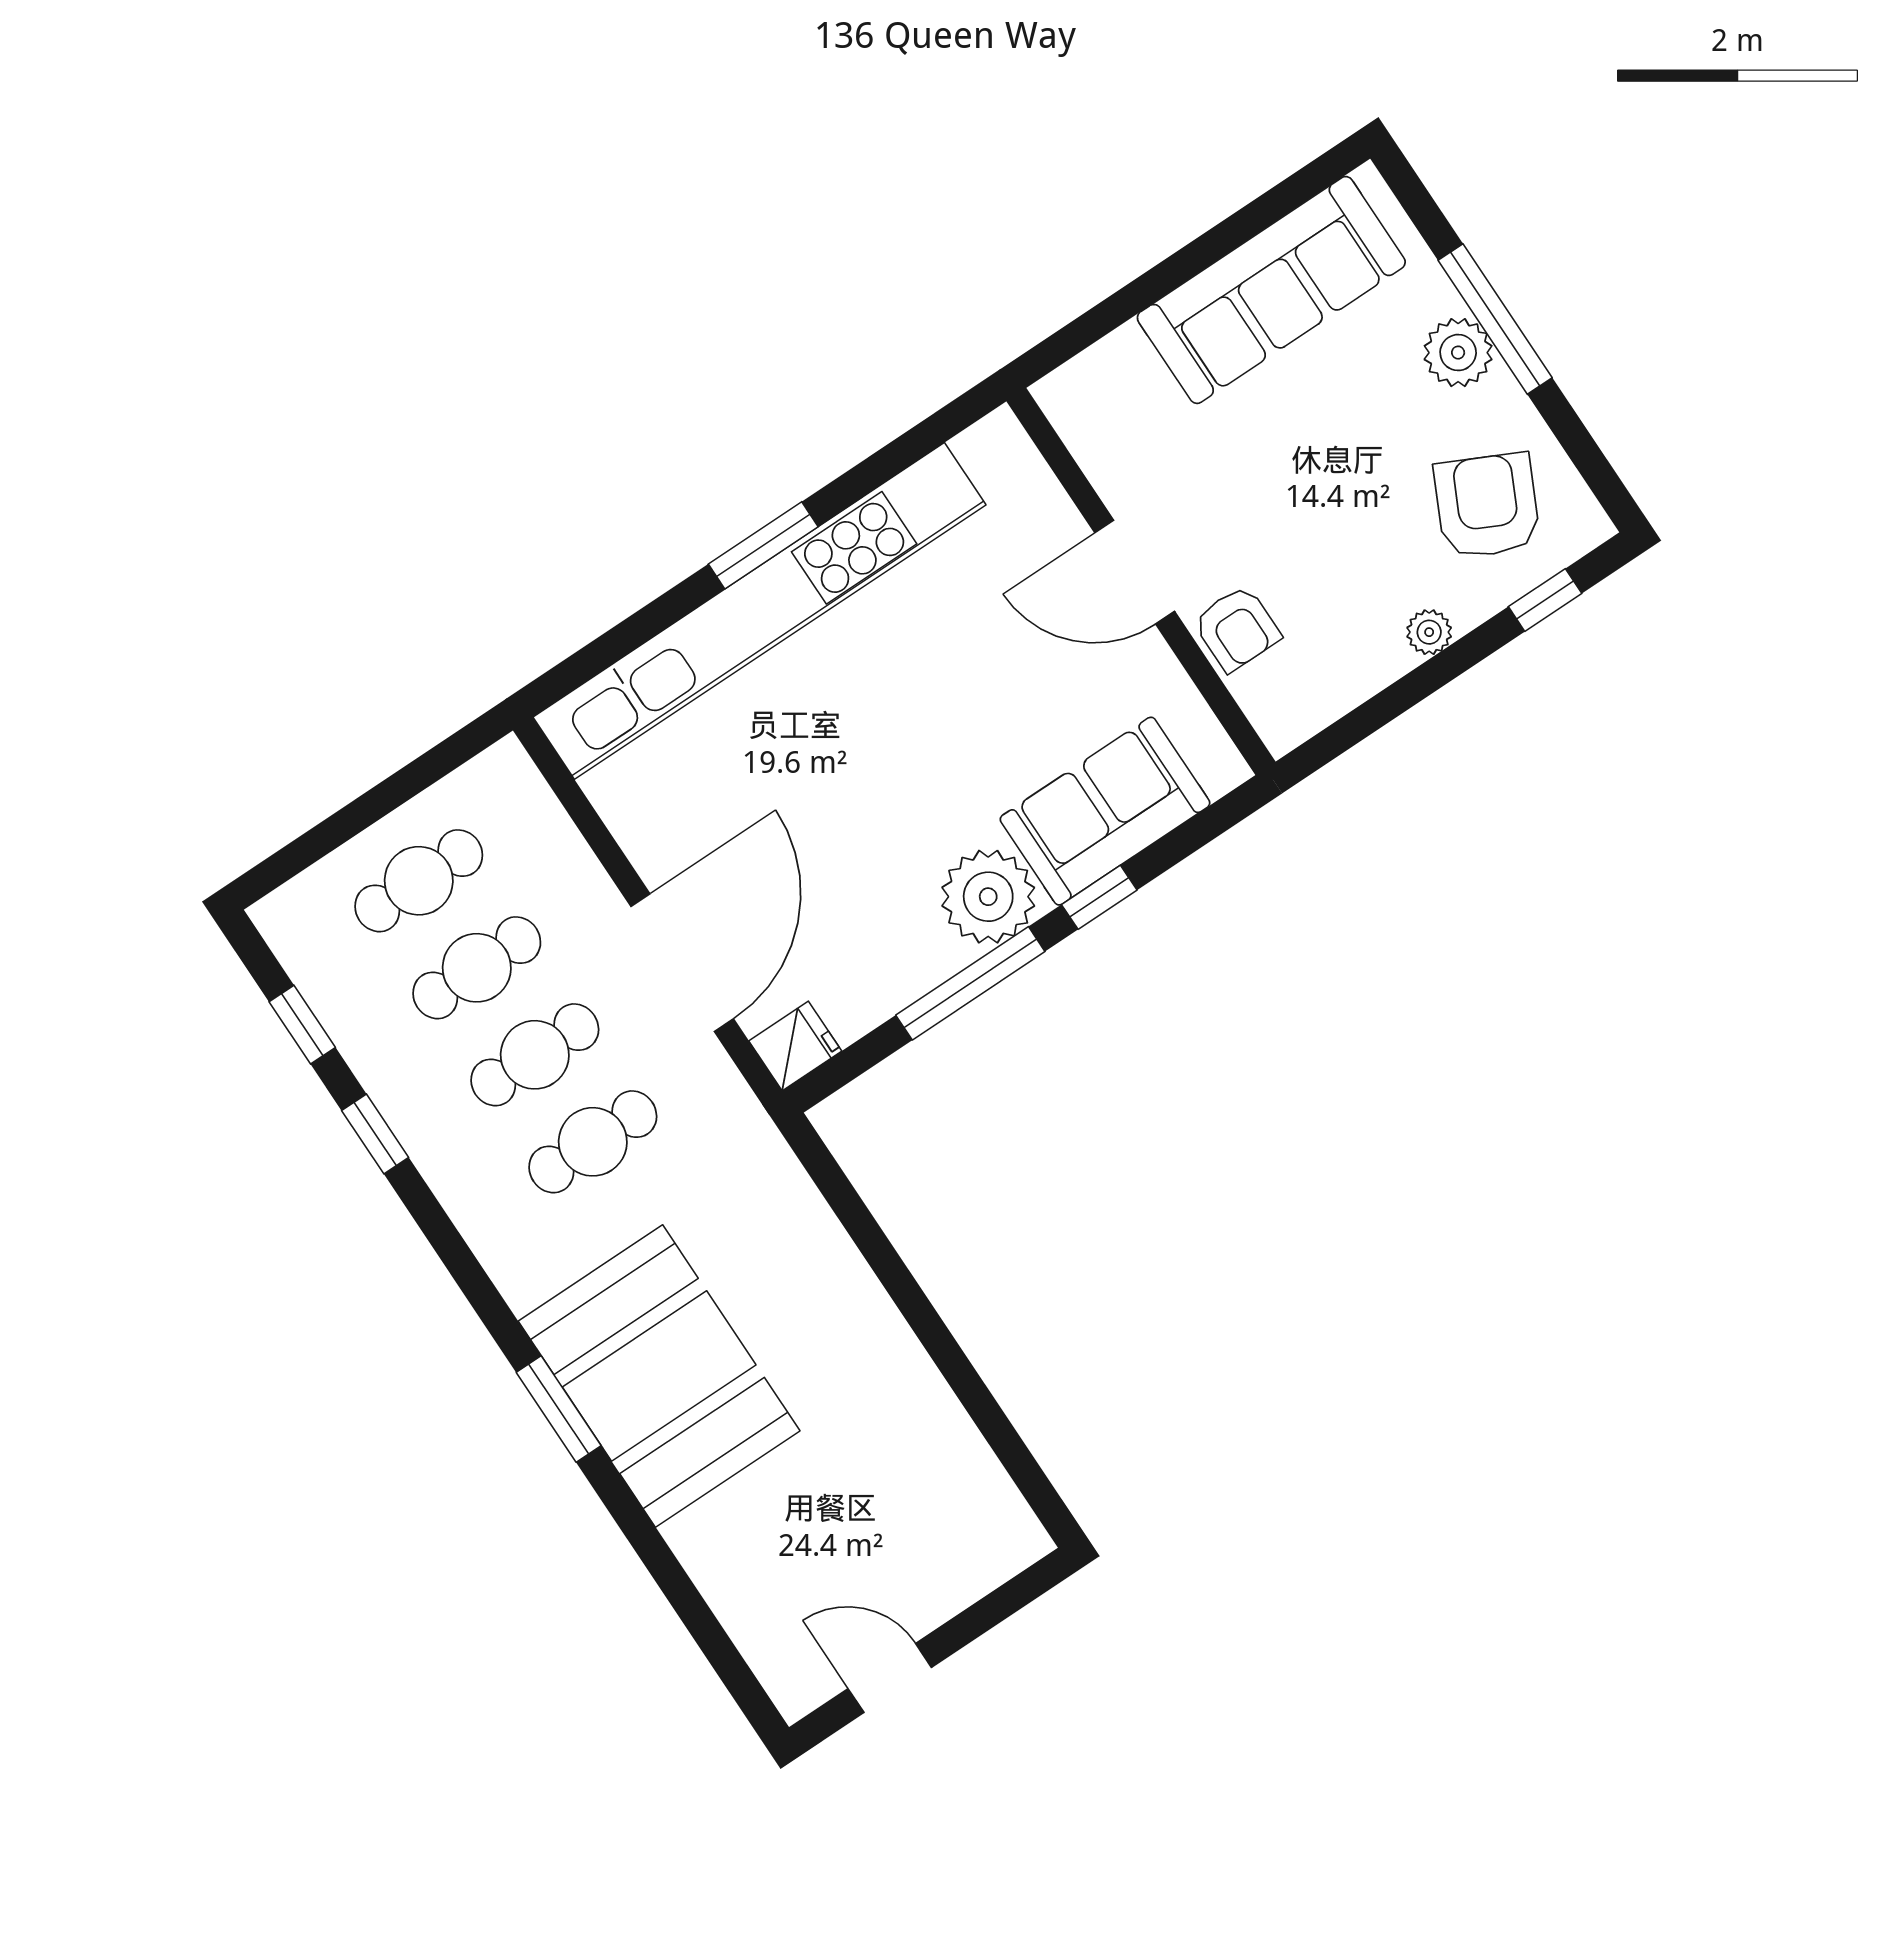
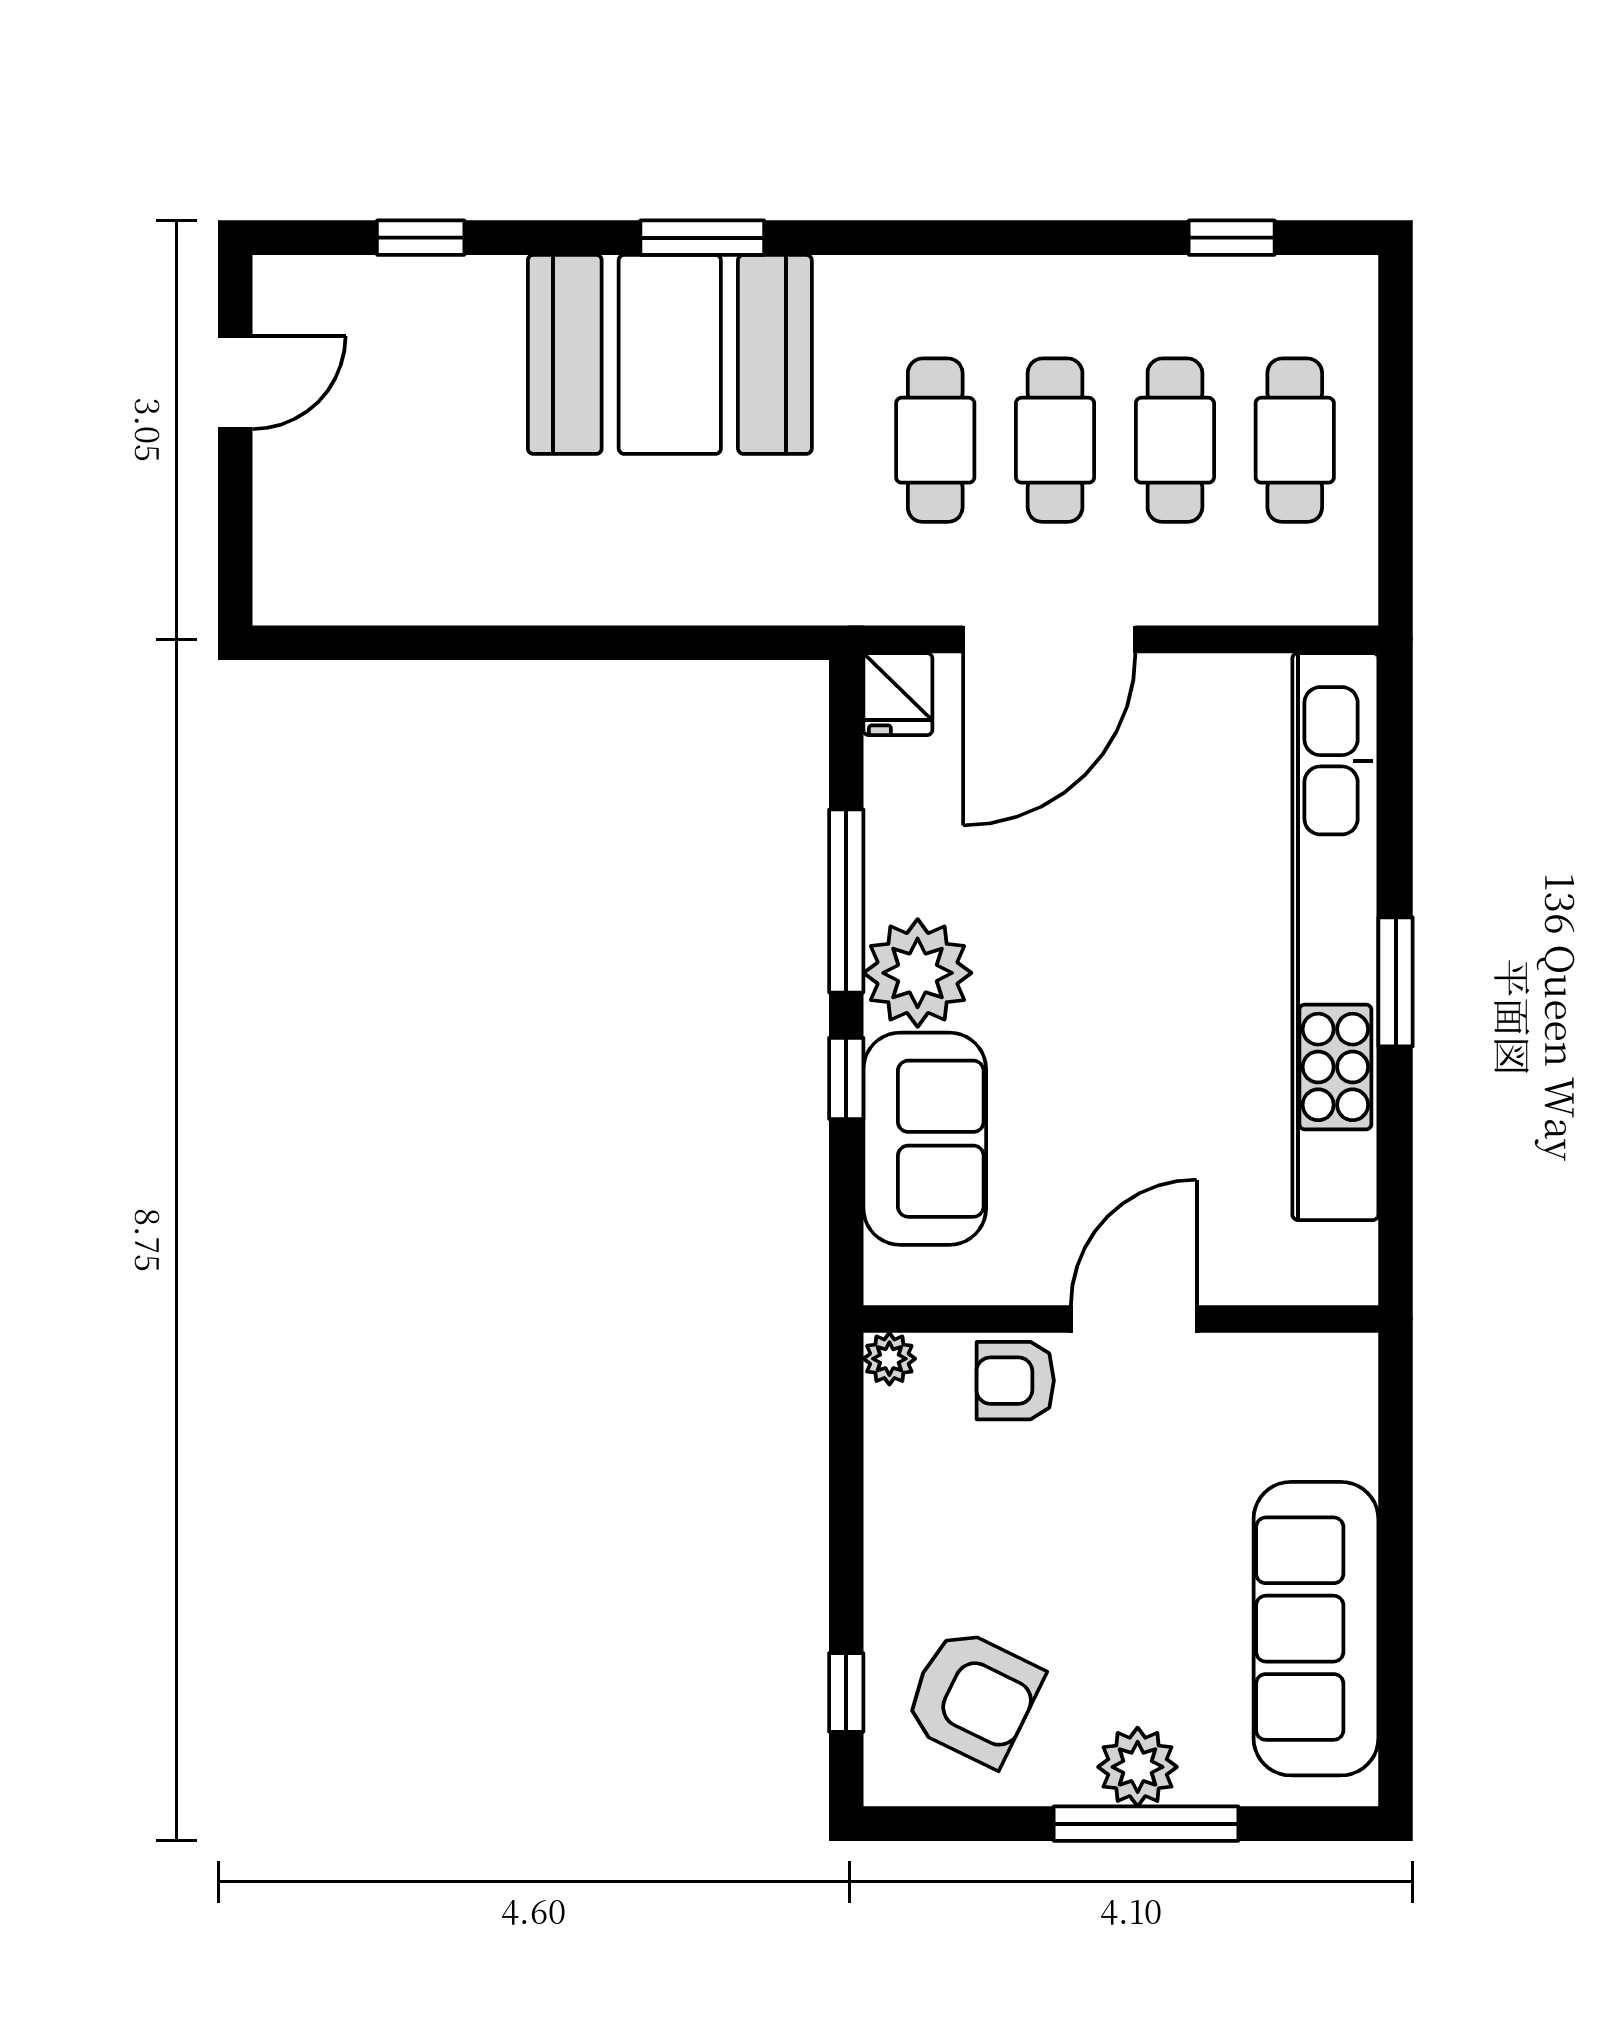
plant: (1429, 632) -> (889, 1359), moved
door: (682, 963) -> (1049, 639), hinge flipped
window: (375, 1134) -> (421, 238), moved

